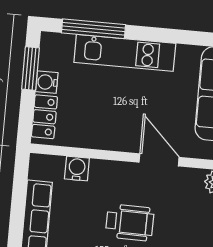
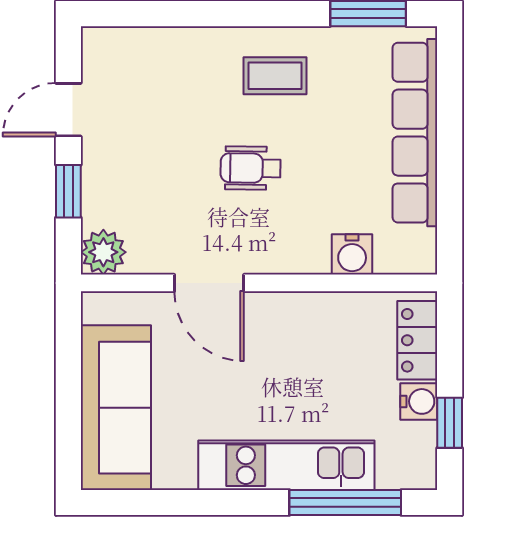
window: (30, 69) -> (450, 423), width x0.67
wheelchair: (130, 222) -> (251, 168), width x0.73, depth x0.73

